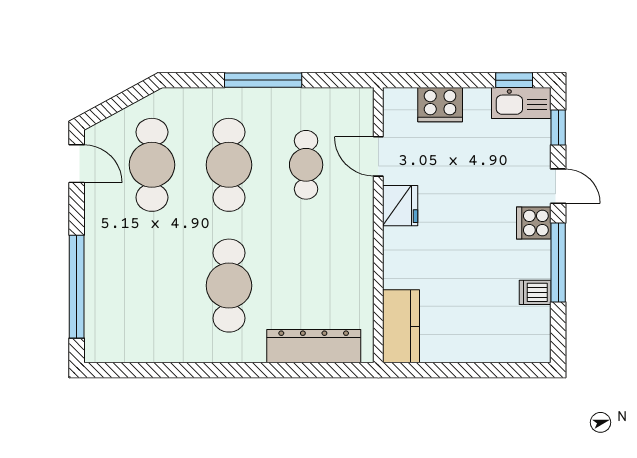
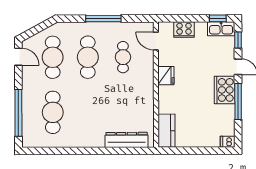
door: (378, 156) -> (156, 41), moved
cooker: (534, 223) -> (225, 90), width x1.87, depth x1.31
cafe table: (229, 286) -> (53, 112), moved
dishwasher: (535, 292) -> (228, 142), moved

